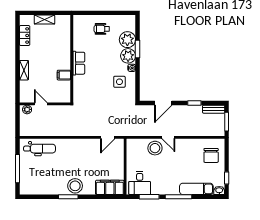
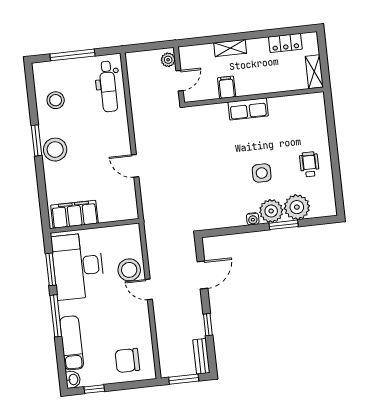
wall: (72, 59) -> (254, 97), moved
row of seats: (79, 63) -> (248, 109), moved
filing cabinet: (64, 75) -> (227, 87), moved
side table: (119, 82) -> (262, 173), moved
door: (163, 103) -> (202, 275), swing flipped
door: (108, 137) -> (135, 166), moved
door: (168, 137) -> (149, 289), hinge flipped
stool: (44, 182) -> (56, 100), added
desk: (140, 183) -> (78, 266), width x1.87, depth x1.30
filing cabinet: (110, 187) -> (74, 214), moved, turned -90

